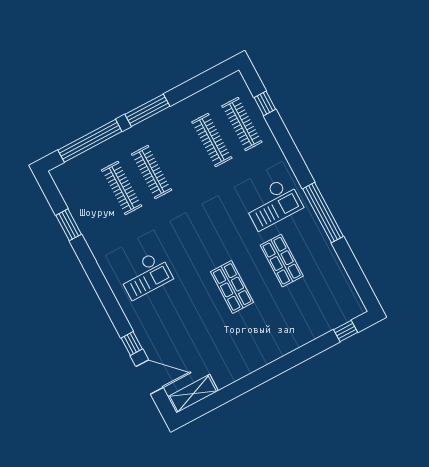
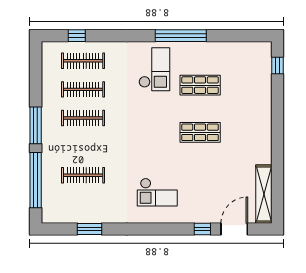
clothes rail: (152, 172) -> (83, 118), moved
checkout: (145, 275) -> (157, 192), turned 90
shelving: (193, 394) -> (264, 194), width x1.47

